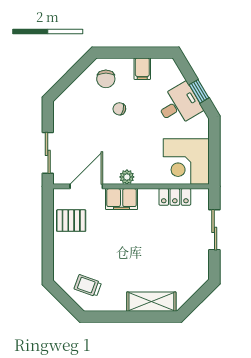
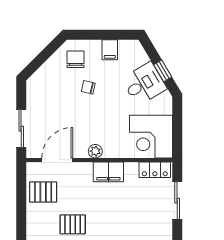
chair: (106, 79) -> (76, 59), turned 180
locker: (175, 197) -> (155, 170), moved
filing cabinet: (122, 199) -> (108, 172), moved
pallet: (103, 255) -> (73, 224), added

